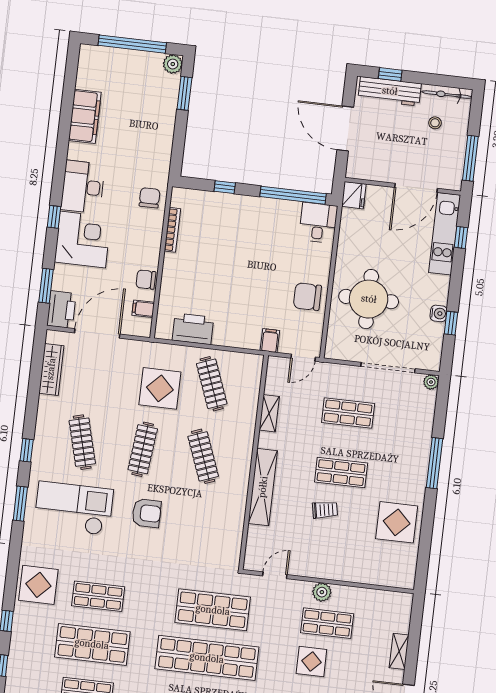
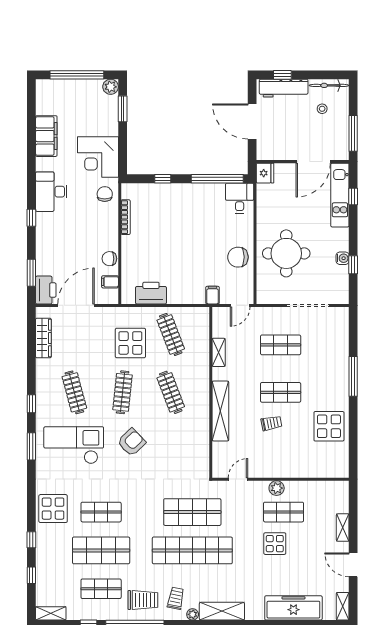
corner desk: (83, 240) -> (98, 157), moved, turned 180
plant: (431, 382) -> (343, 313), removed
armchair: (147, 513) -> (131, 442), turned -44

